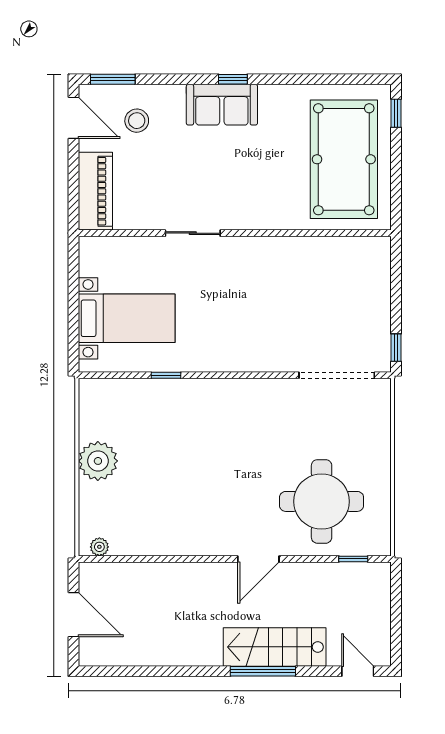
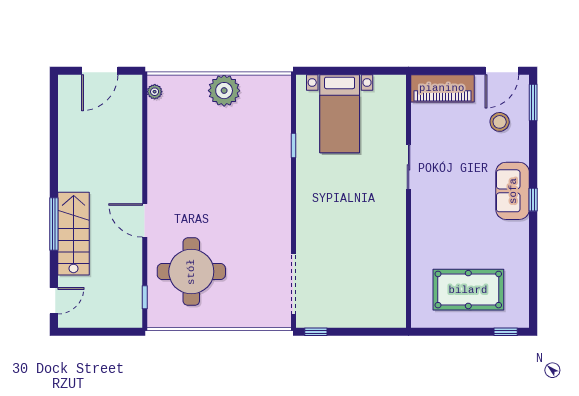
pool table: (344, 159) -> (468, 290), width x0.73, depth x0.76

